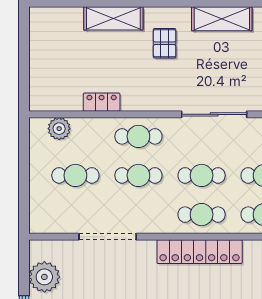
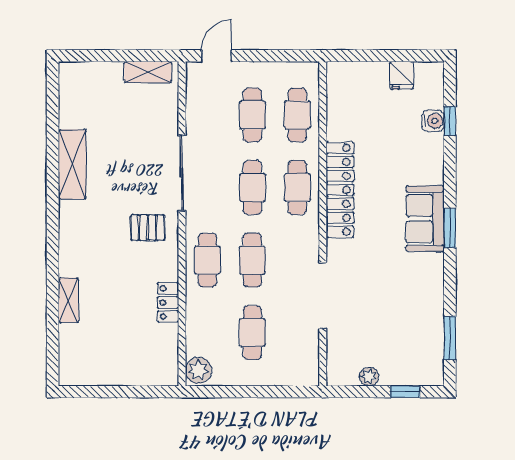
shelving: (113, 18) -> (68, 300), width x0.67, depth x0.75
pallet: (165, 43) -> (148, 228), moved
plant: (59, 129) -> (198, 370), moved
plant: (44, 277) -> (369, 377), width x0.53, depth x0.53

